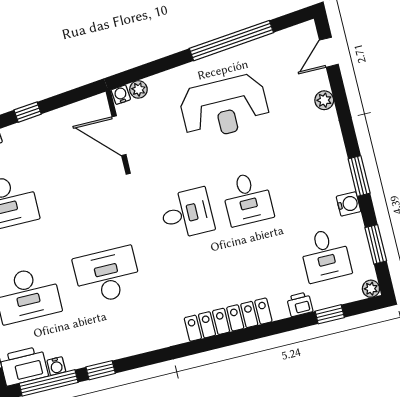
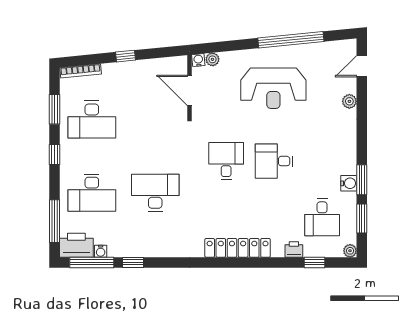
window: (359, 176) -> (362, 180), moved
desk: (247, 199) -> (274, 161), turned 90
desk: (187, 214) -> (226, 161), turned -90

